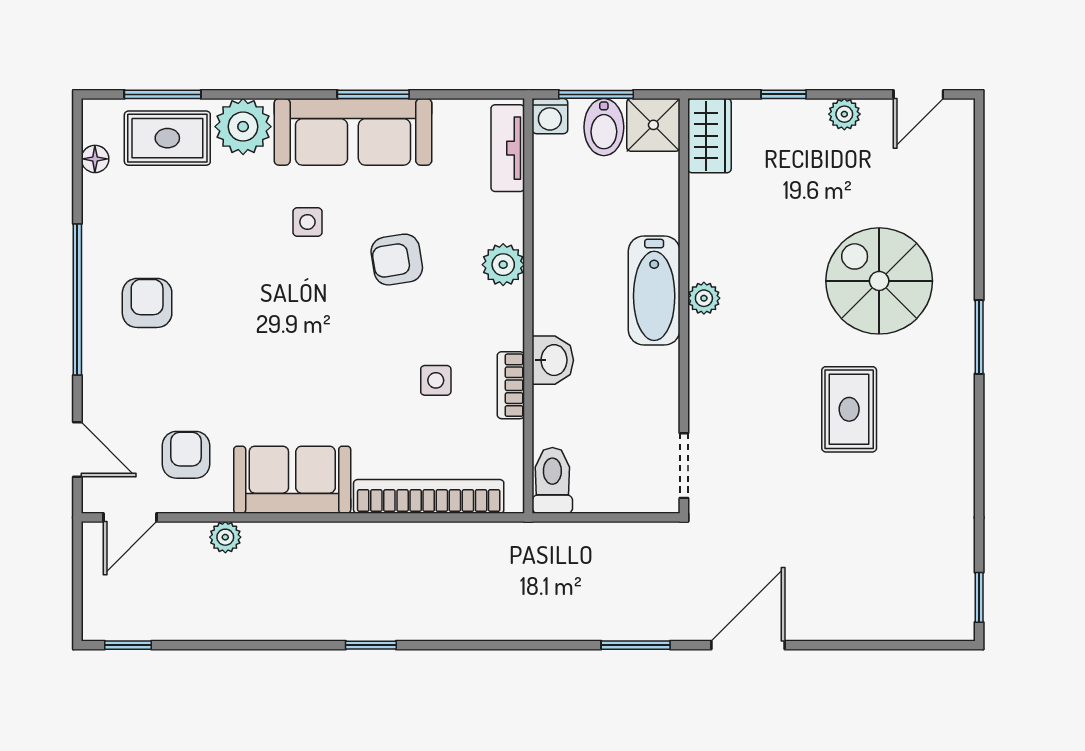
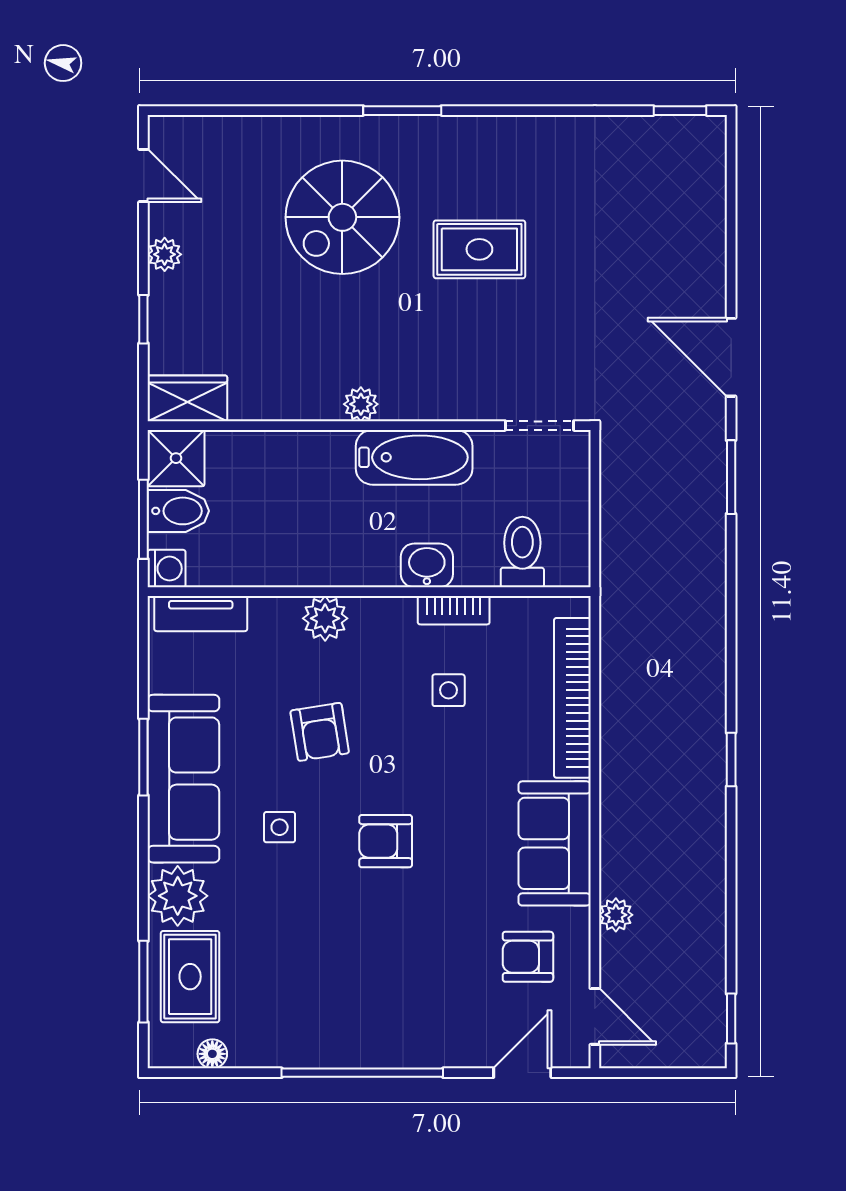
bathtub: (654, 290) -> (414, 457), moved
armchair: (147, 303) -> (386, 841), moved
toilet: (552, 480) -> (522, 552), moved, turned 90

